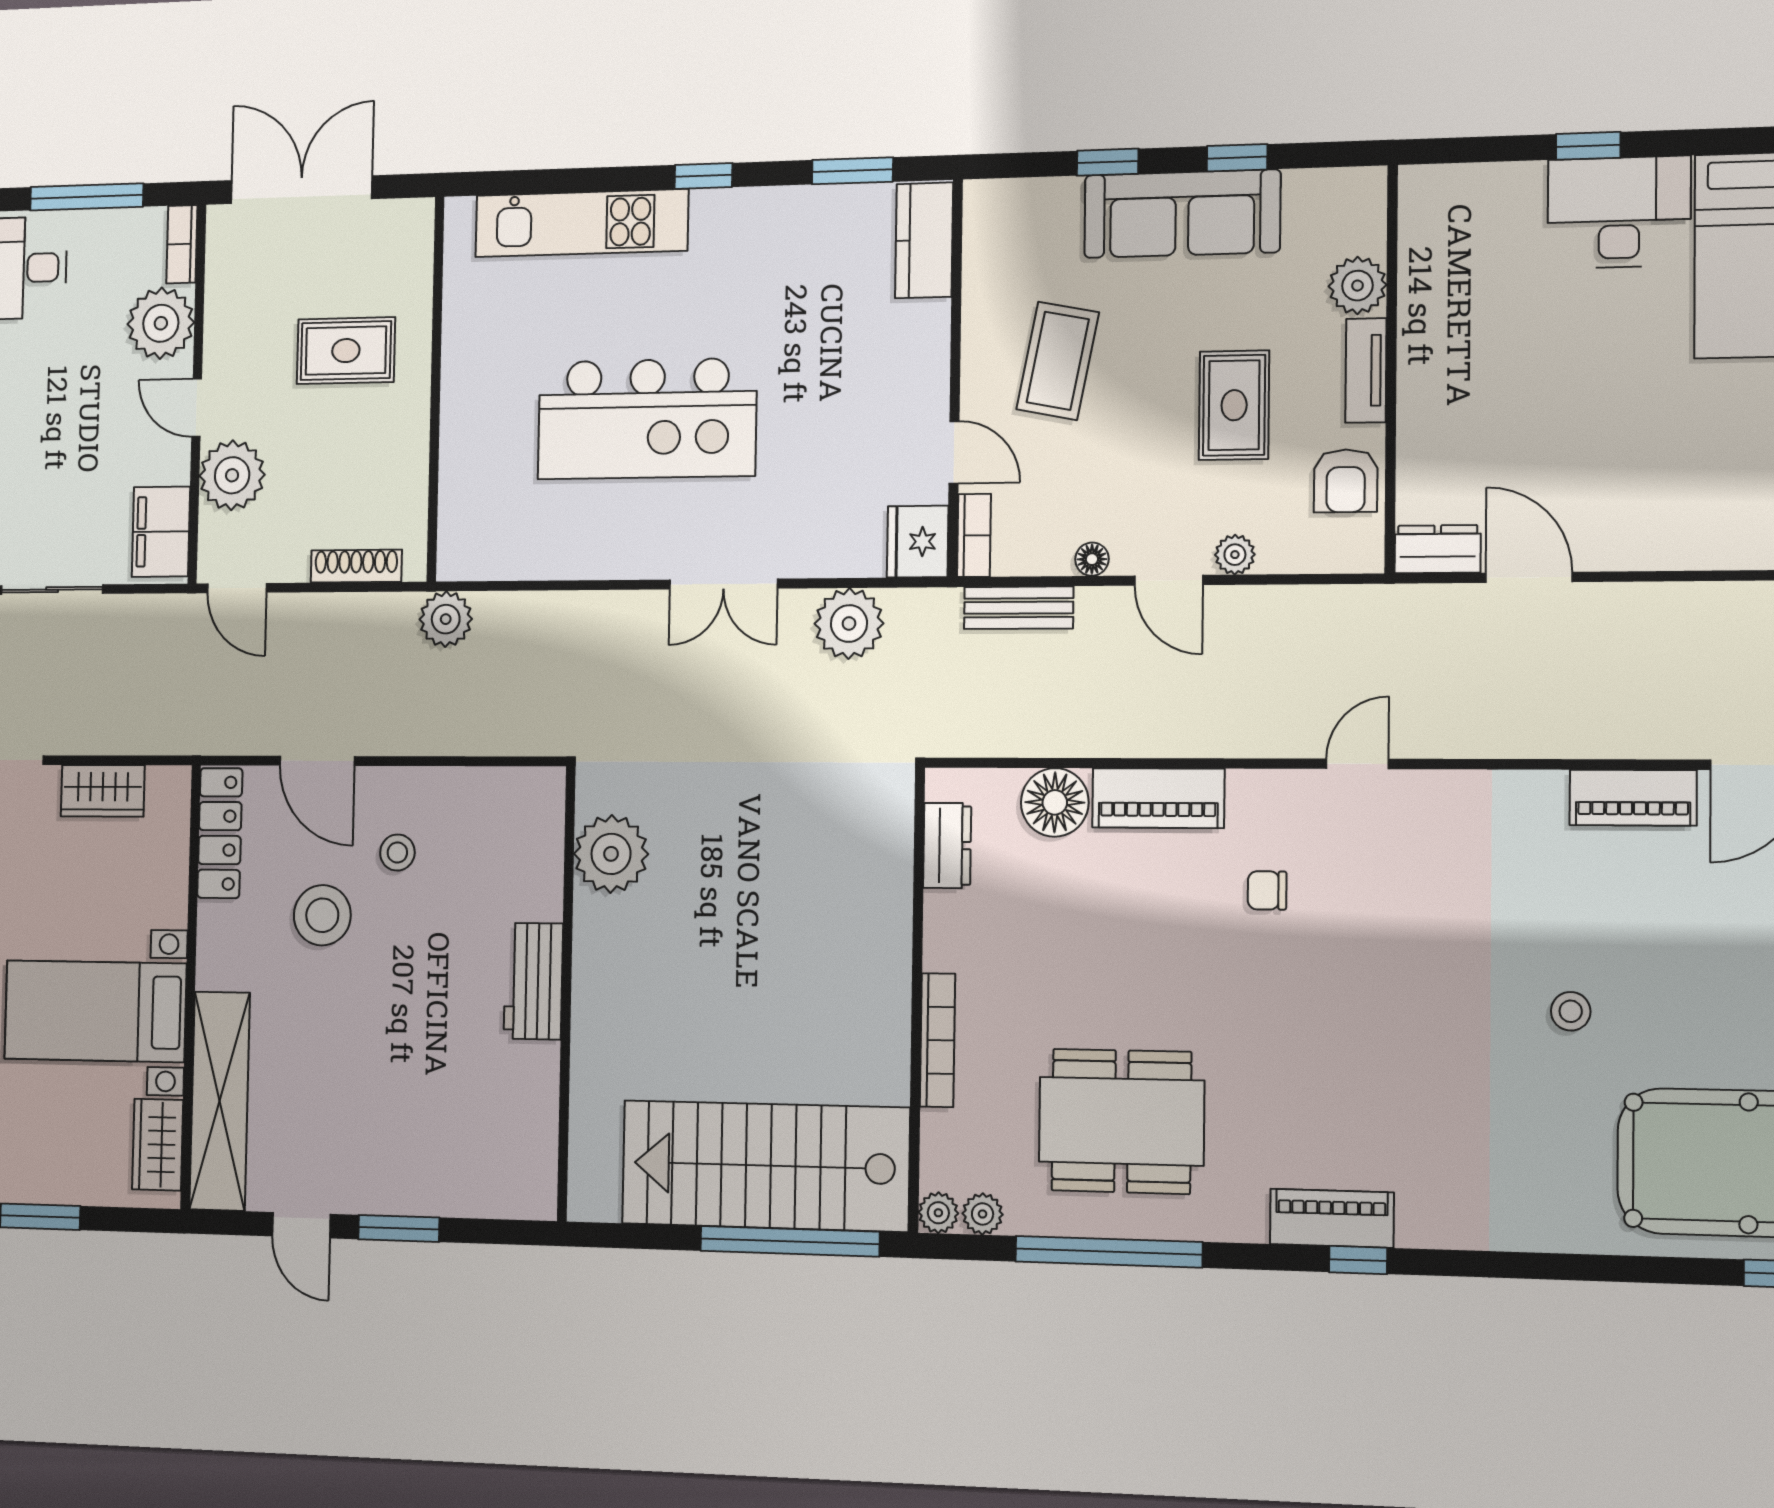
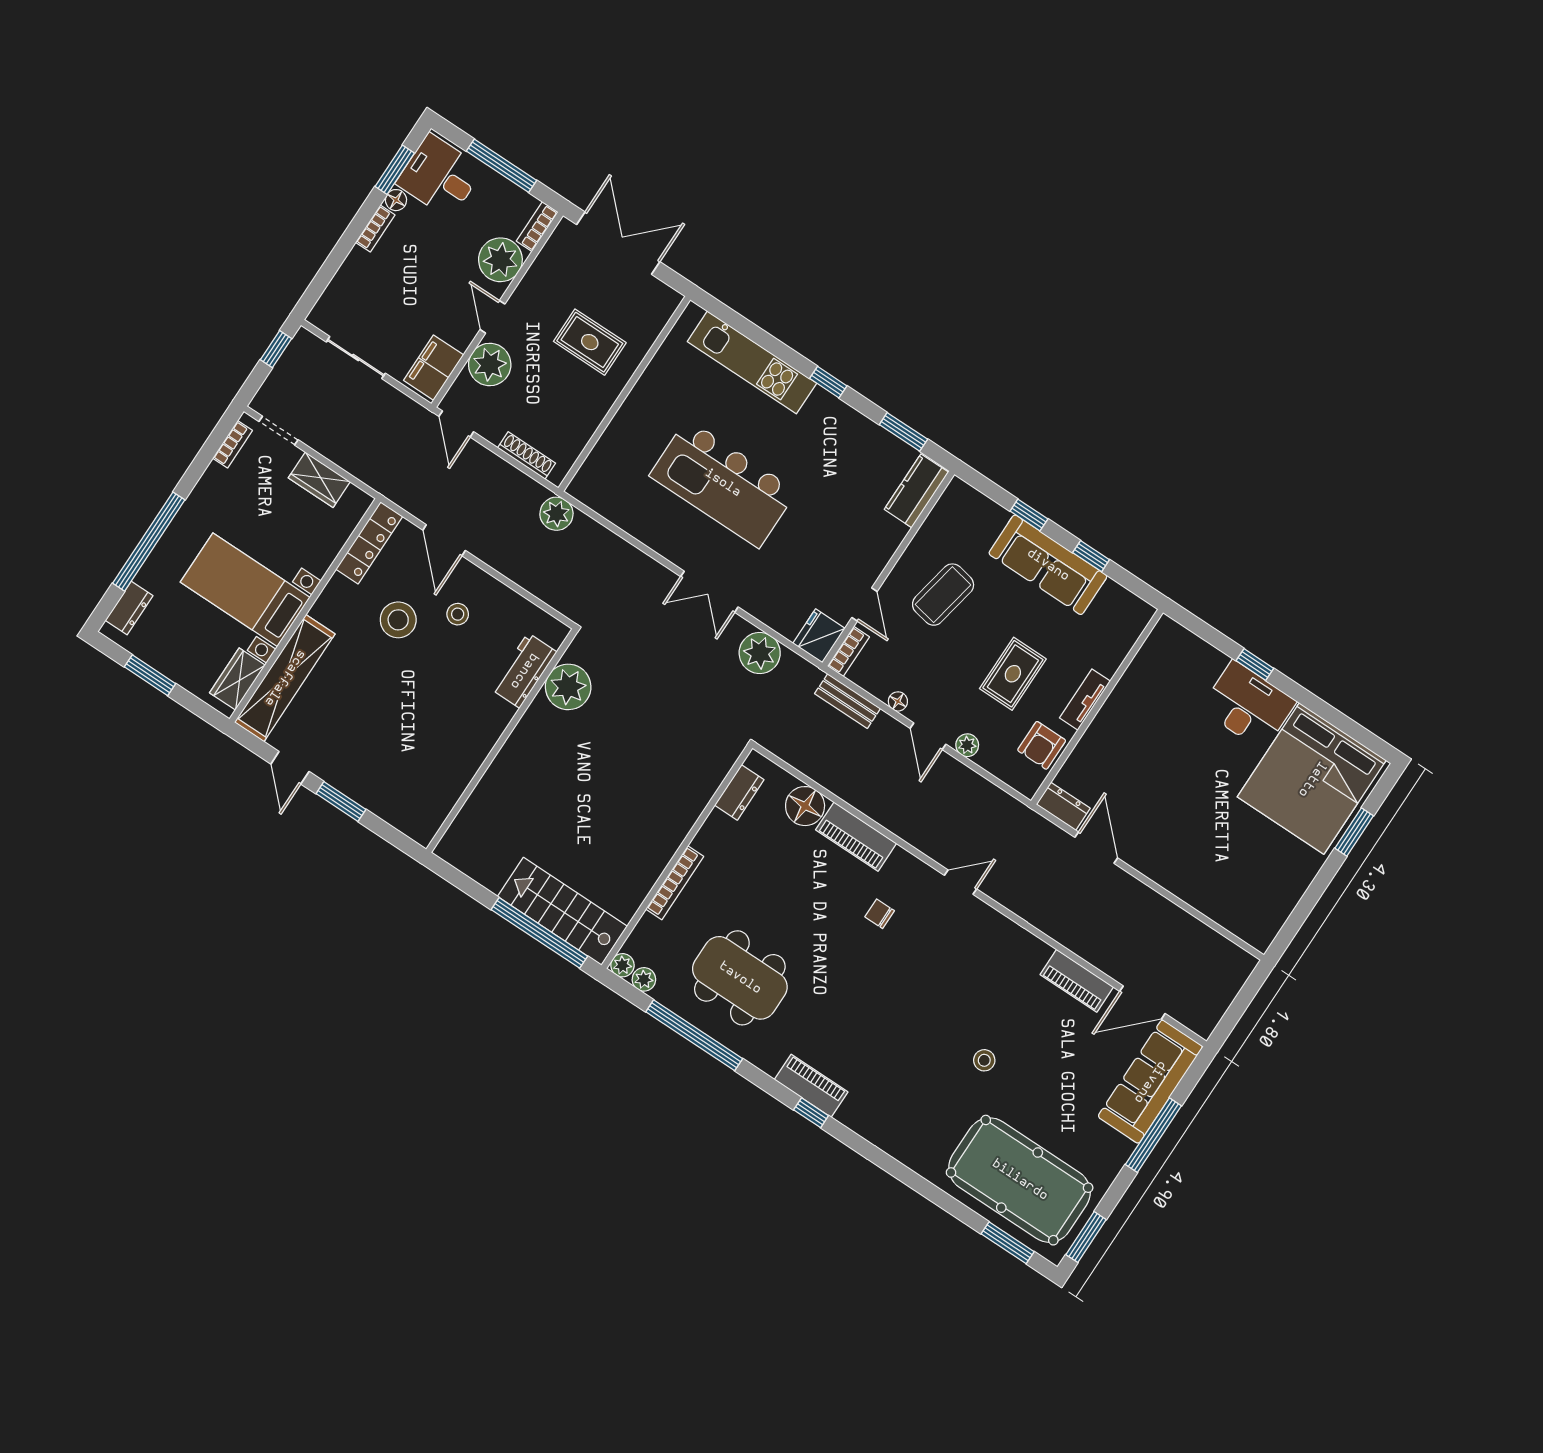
plant: (1358, 286) -> (1107, 657), removed
workbench: (533, 981) -> (524, 671), moved
stairs: (765, 1166) -> (562, 911), width x0.73, depth x0.66

